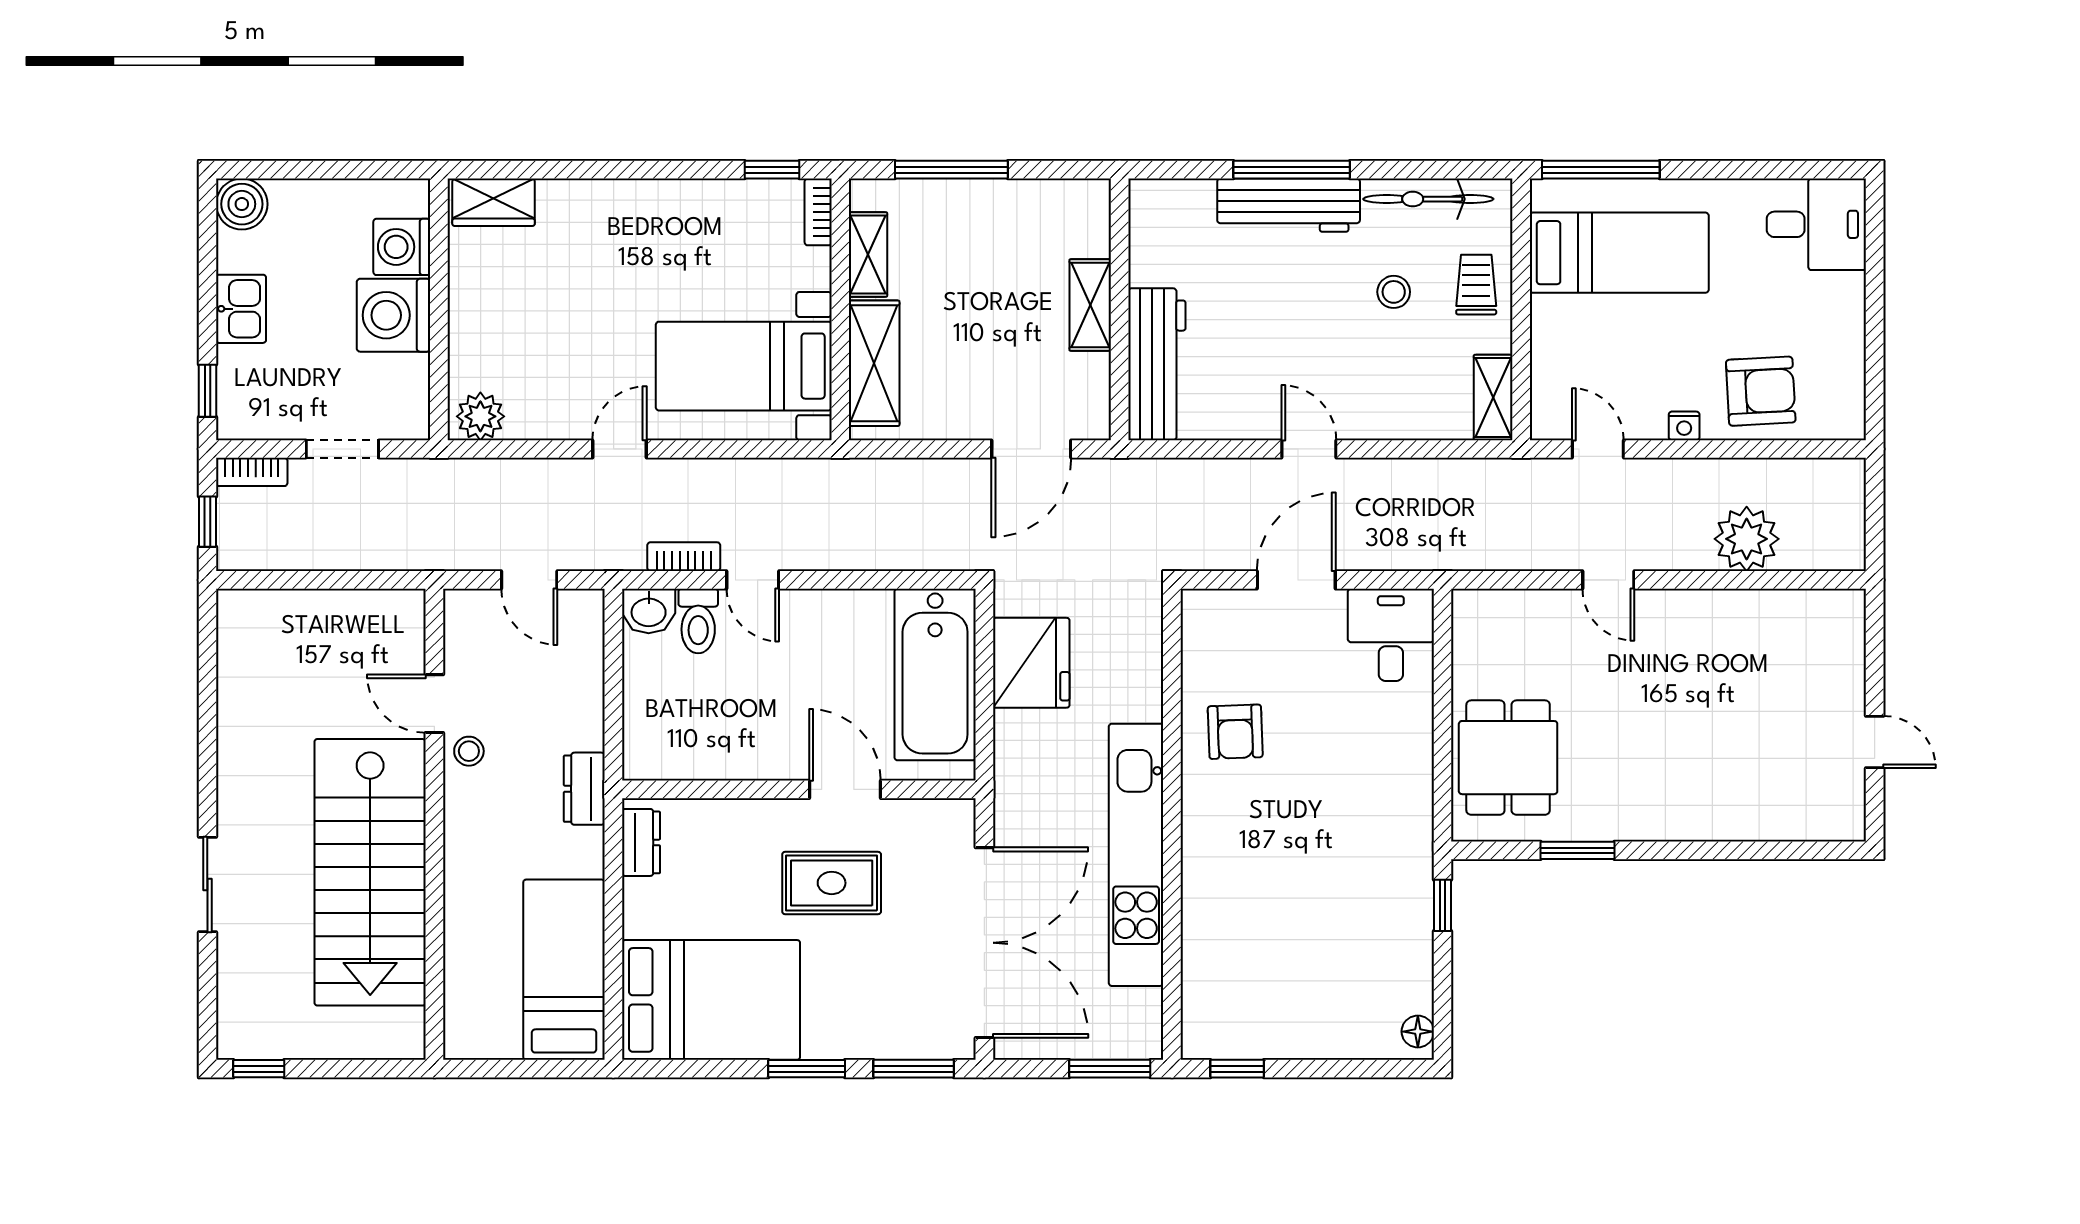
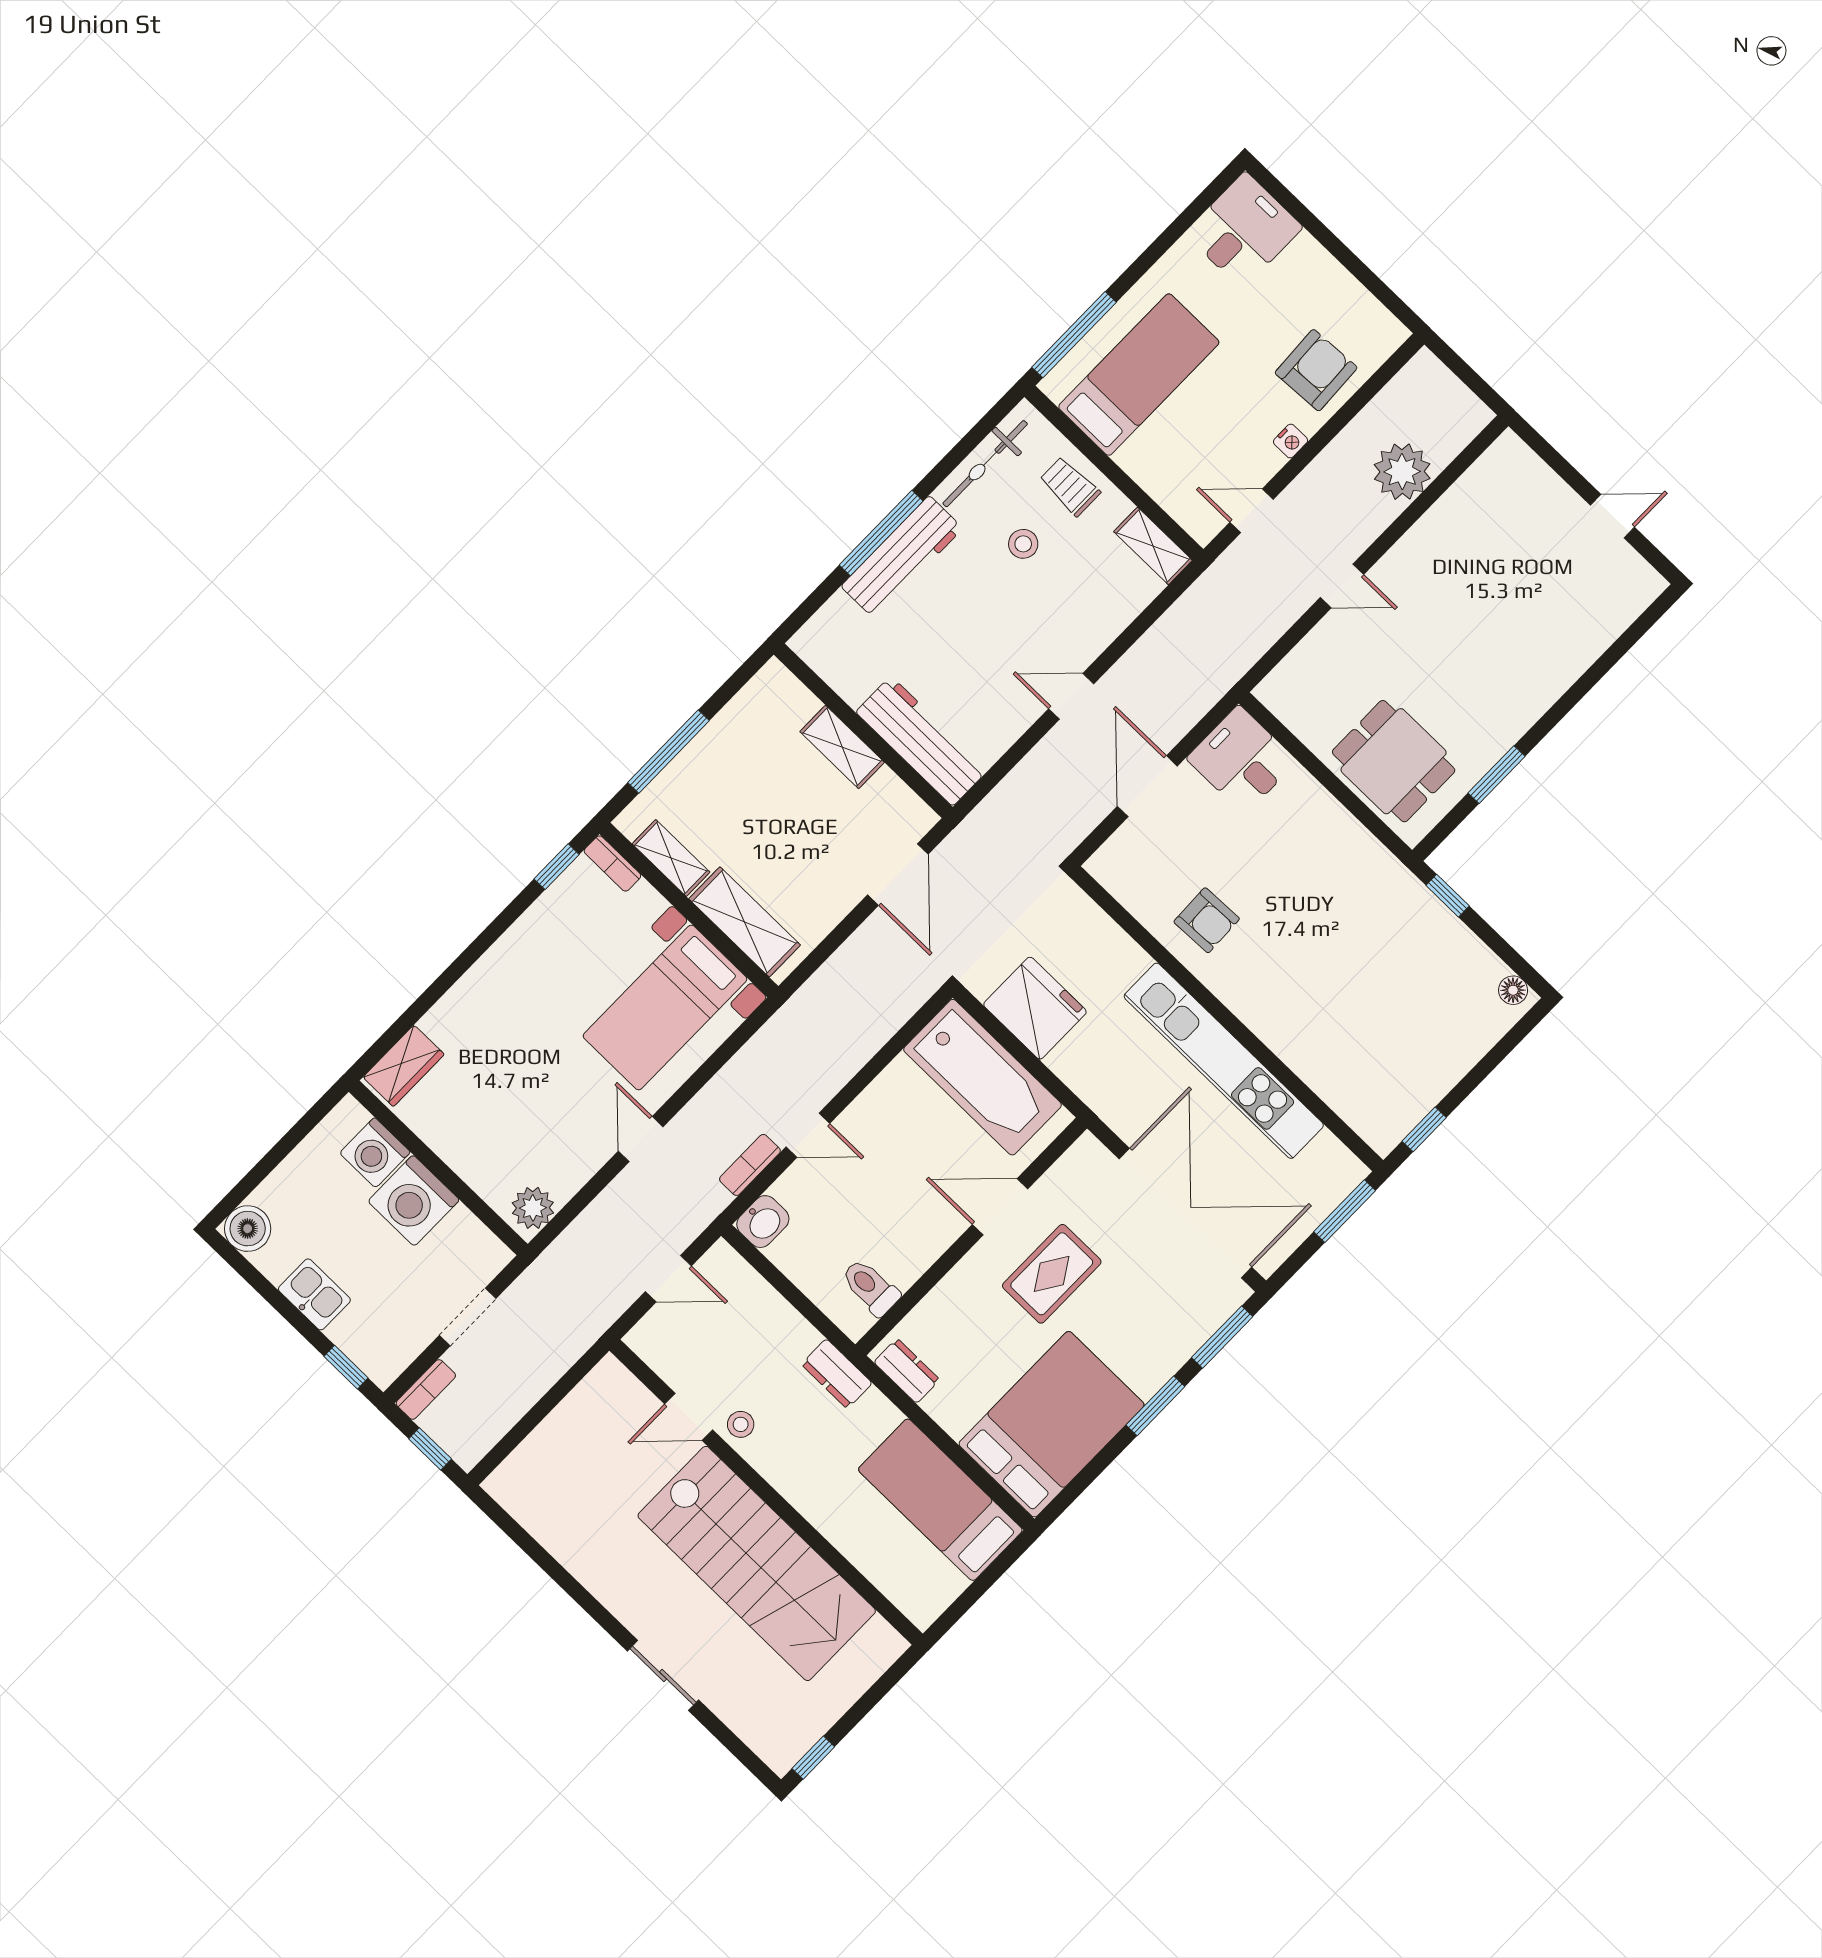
toilet: (698, 621) -> (870, 1287), moved, turned 180

